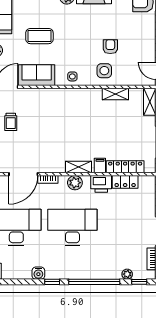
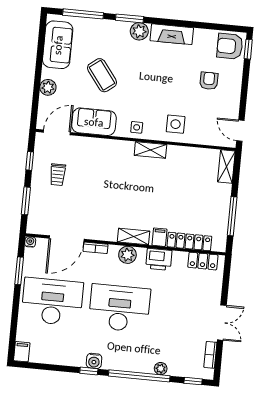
coffee table: (39, 36) -> (102, 75), turned 53
armchair: (110, 47) -> (209, 81), moved
shelving: (115, 94) -> (150, 150), moved
locker: (125, 182) -> (203, 261), moved
water cooler: (38, 273) -> (94, 361), moved
plant: (127, 274) -> (161, 369), moved

